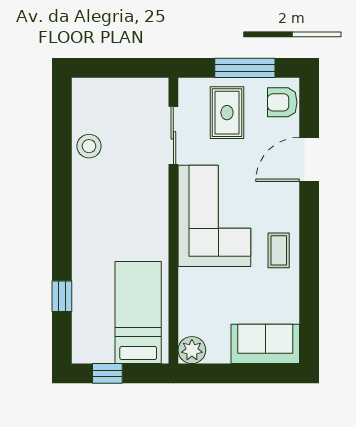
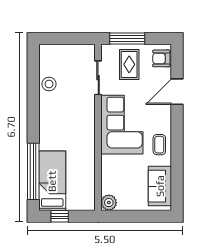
window: (245, 68) -> (127, 38), moved
window: (62, 296) -> (33, 171), width x3.17
bed: (138, 313) -> (52, 181), moved
sofa: (265, 344) -> (160, 186), moved, turned -90

